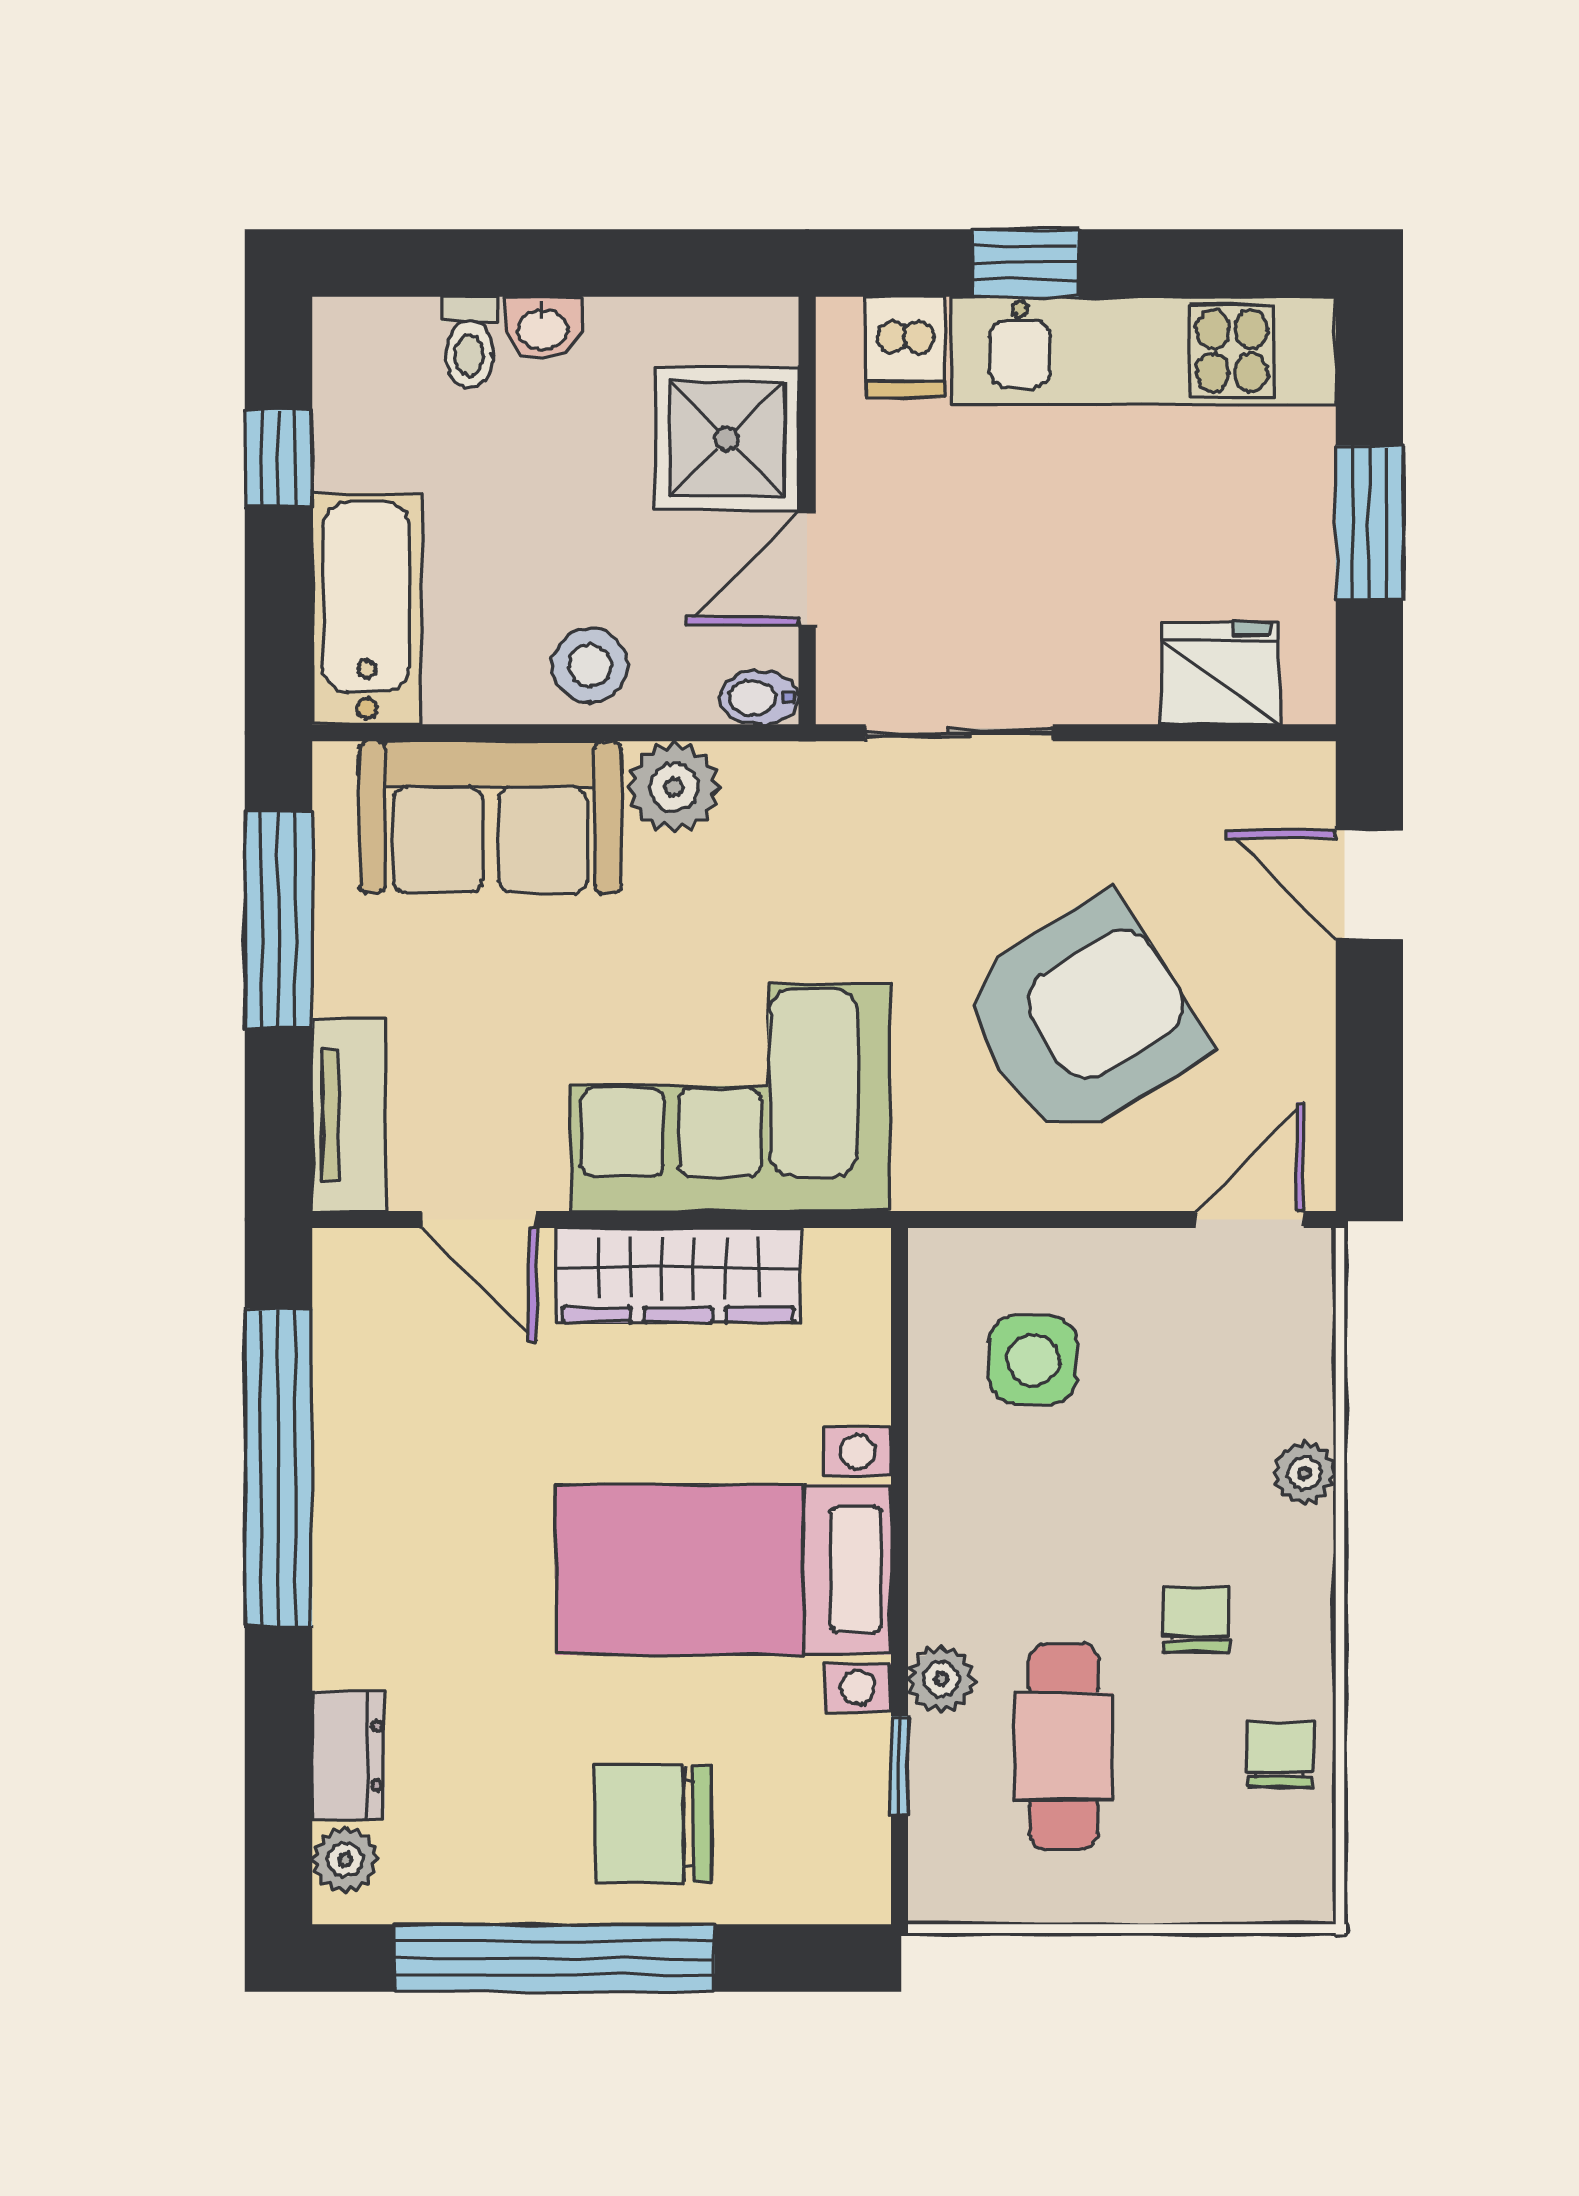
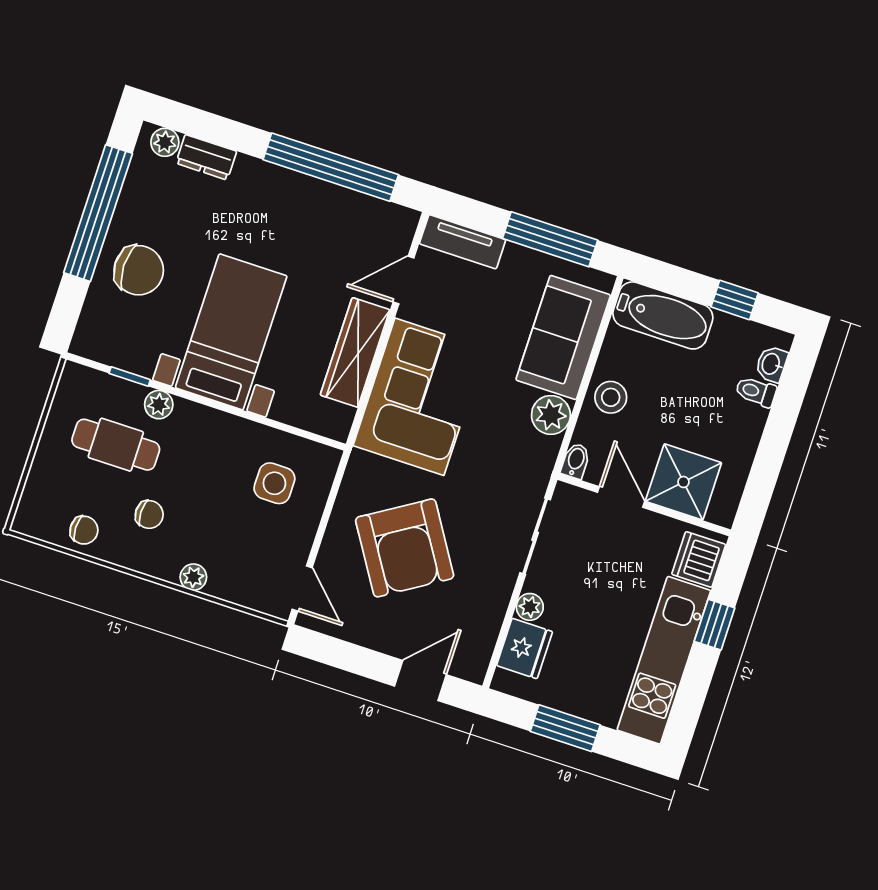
washbasin: (543, 328) -> (771, 364), moved
dishwasher: (905, 347) -> (699, 559), width x1.38
plant: (1122, 693) -> (530, 607), added
chair: (653, 1824) -> (139, 270), turned 90

